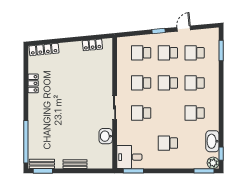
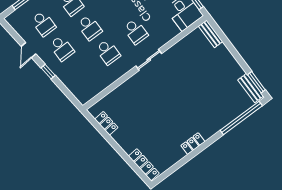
door: (184, 29) -> (29, 50), hinge flipped
school desk: (141, 53) -> (80, 73), removed
locker: (33, 83) -> (193, 144), moved
washbasin: (106, 136) -> (181, 48), removed
bench: (75, 164) -> (211, 34), moved

